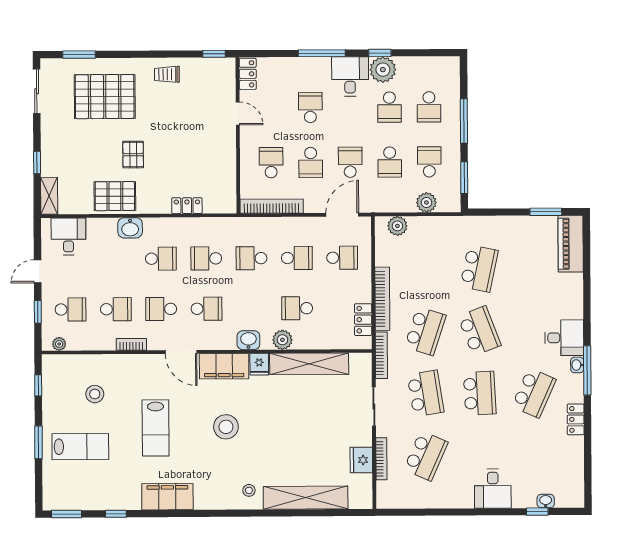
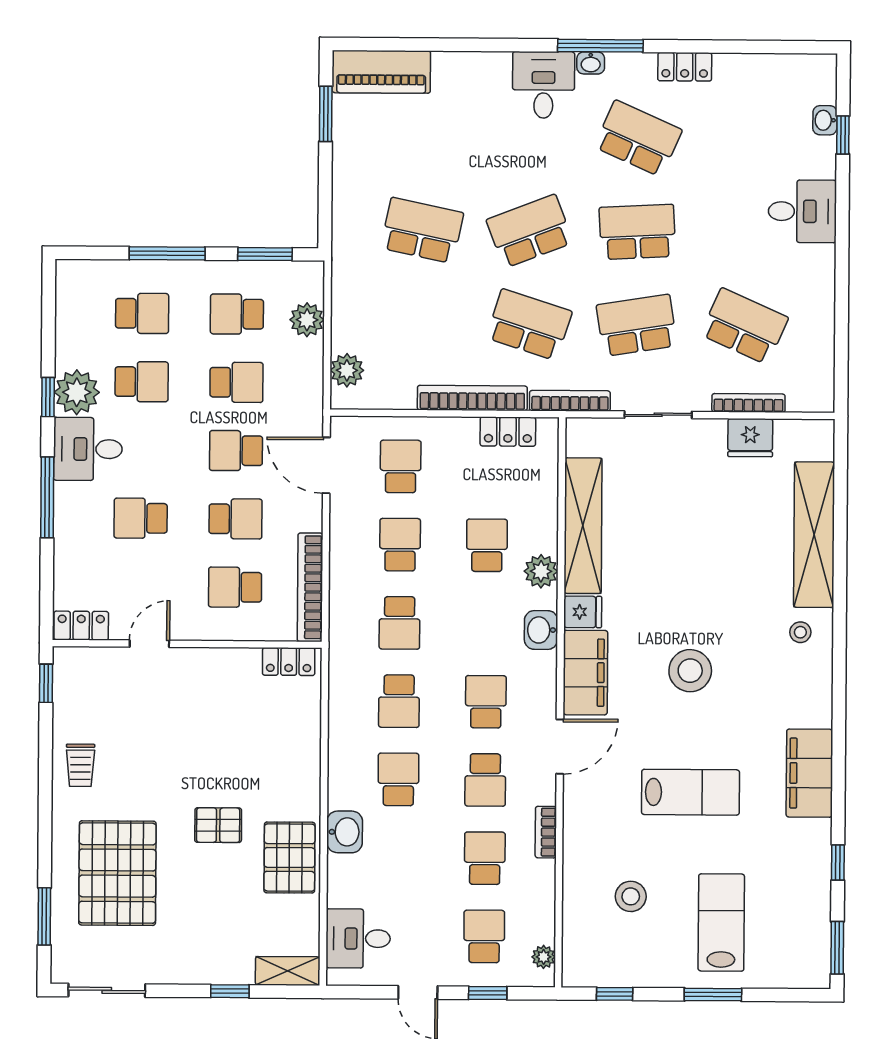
locker: (187, 206) -> (289, 662), moved, turned -90
school desk: (297, 308) -> (487, 545), turned 180

